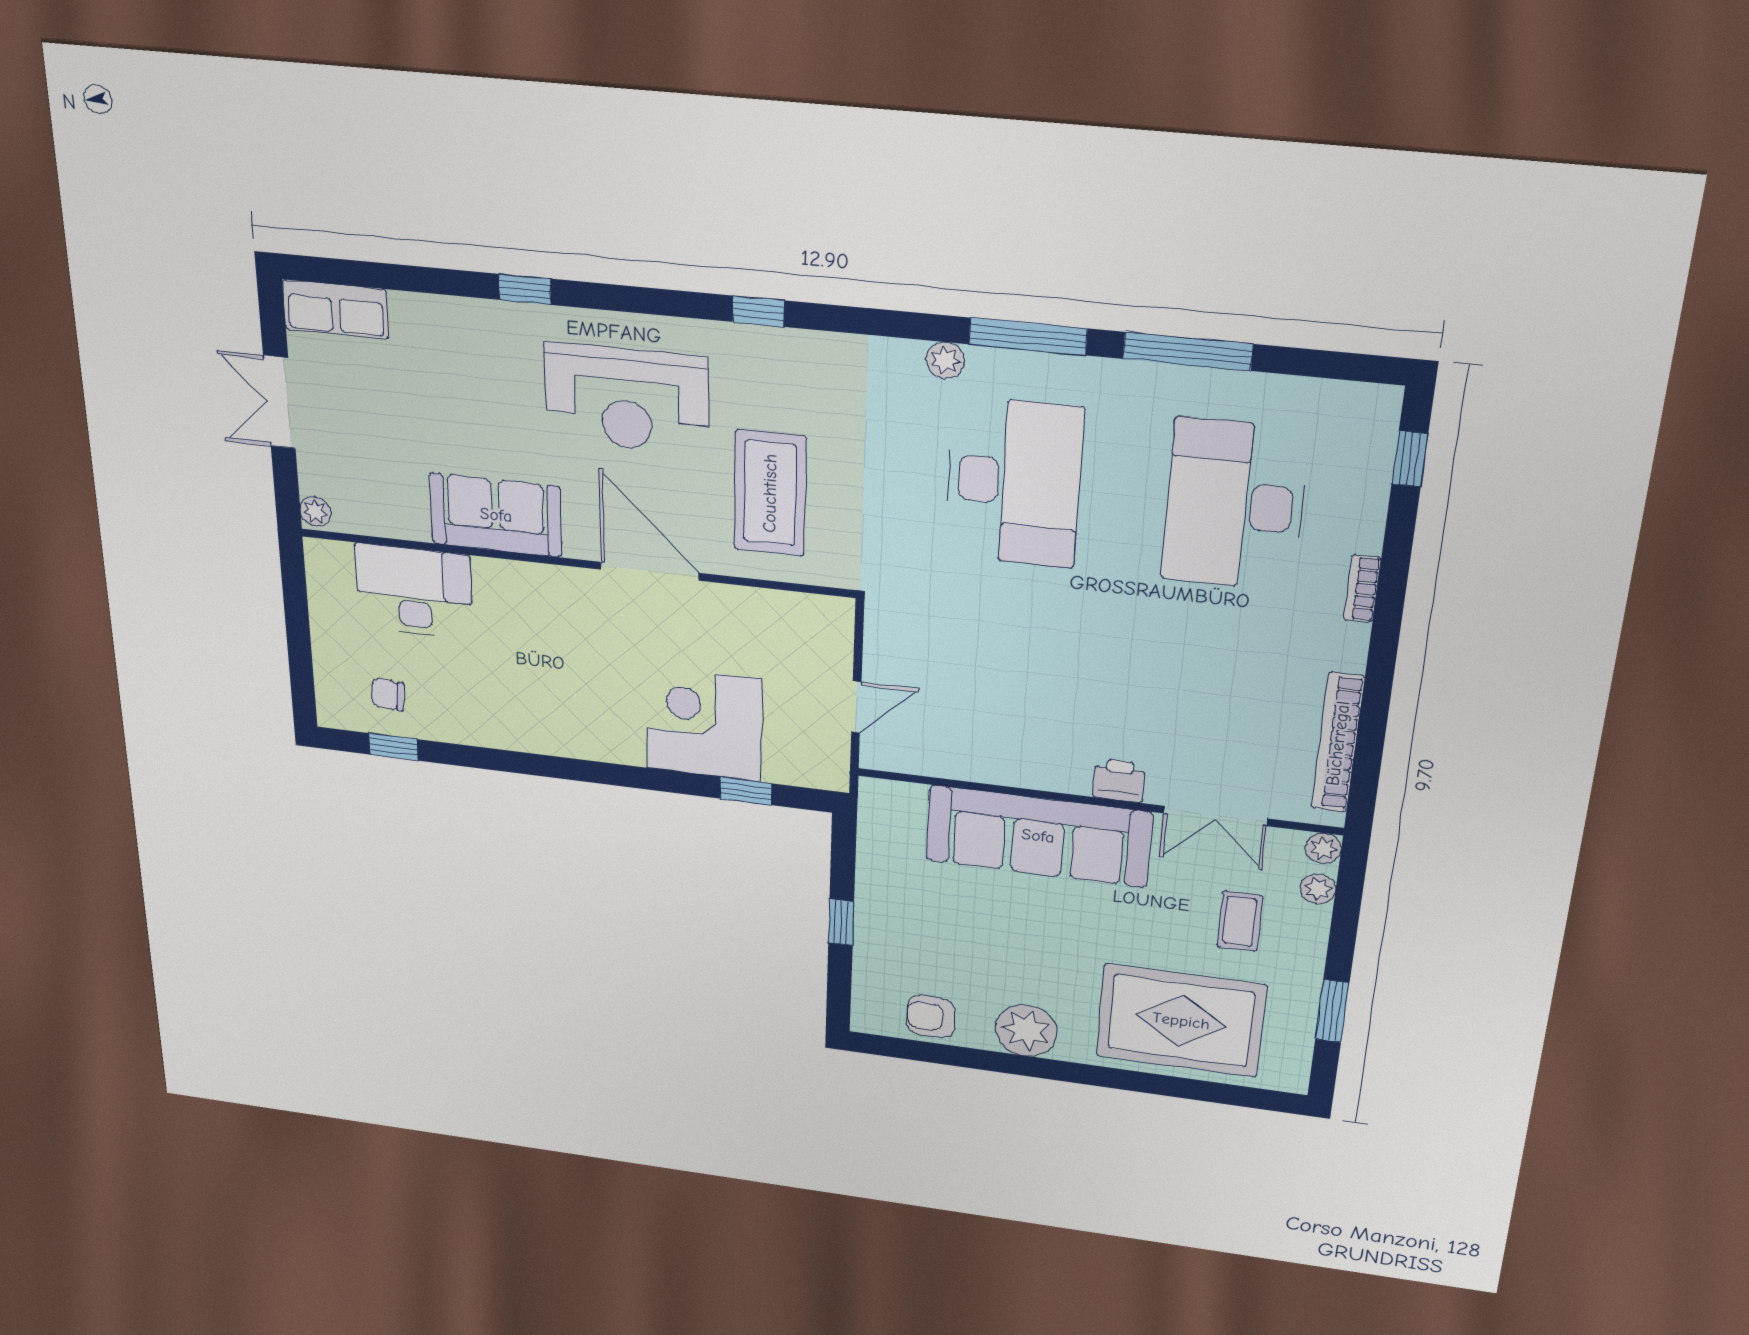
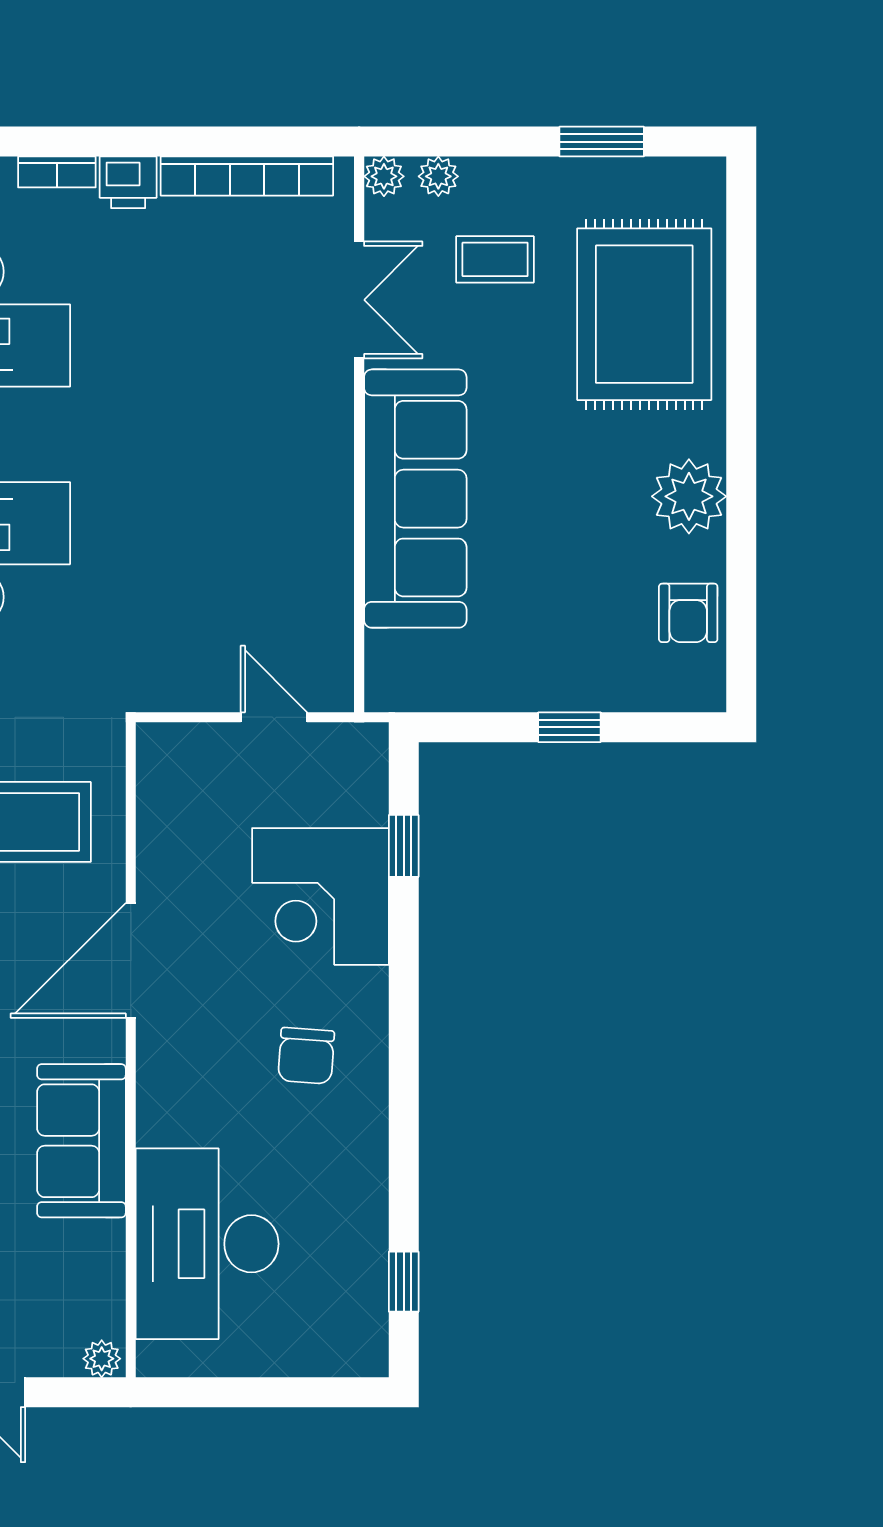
desk: (414, 591) -> (207, 1244), width x1.36, depth x1.30
chair: (388, 694) -> (306, 1056), moved, width x1.37, depth x1.37
printer: (1119, 780) -> (128, 182), moved, turned -90

